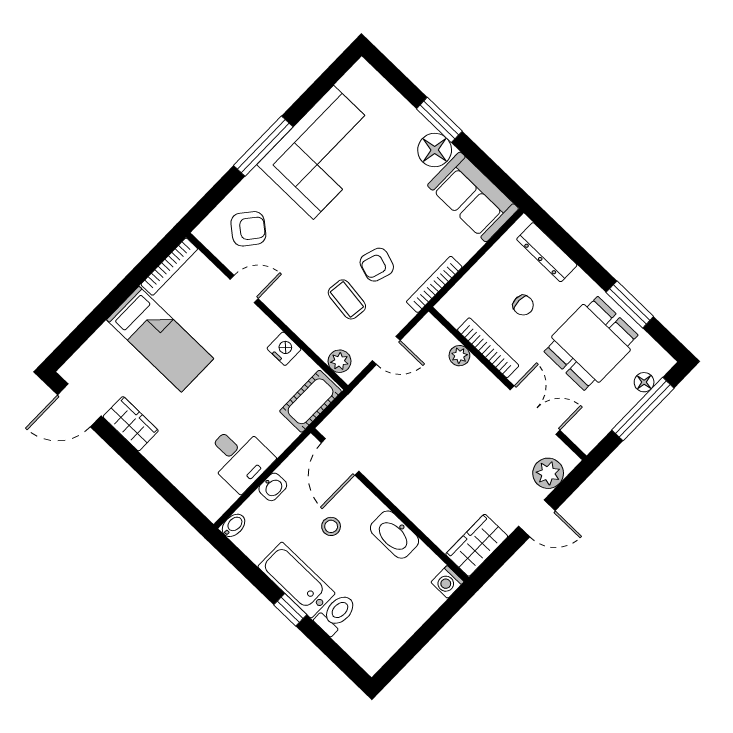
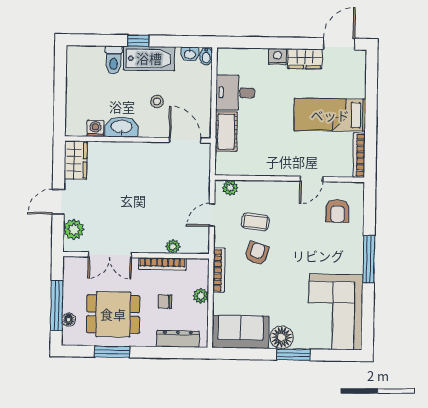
corner sofa: (323, 152) -> (335, 312), moved
armchair: (248, 229) -> (337, 211), turned -39
plant: (479, 275) -> (201, 296), added
dining table: (591, 343) -> (113, 314), turned 90
nightstand: (284, 349) -> (277, 57), moved, turned 180
cot: (311, 401) -> (226, 132), moved
washbasin: (273, 487) -> (190, 54), moved, turned -90
washing machine: (447, 582) -> (95, 128), moved

